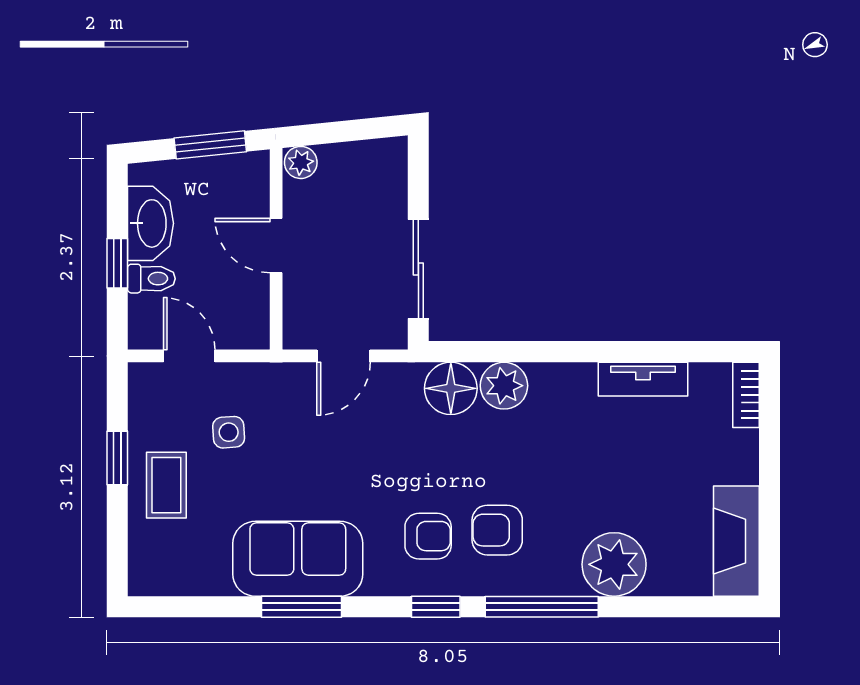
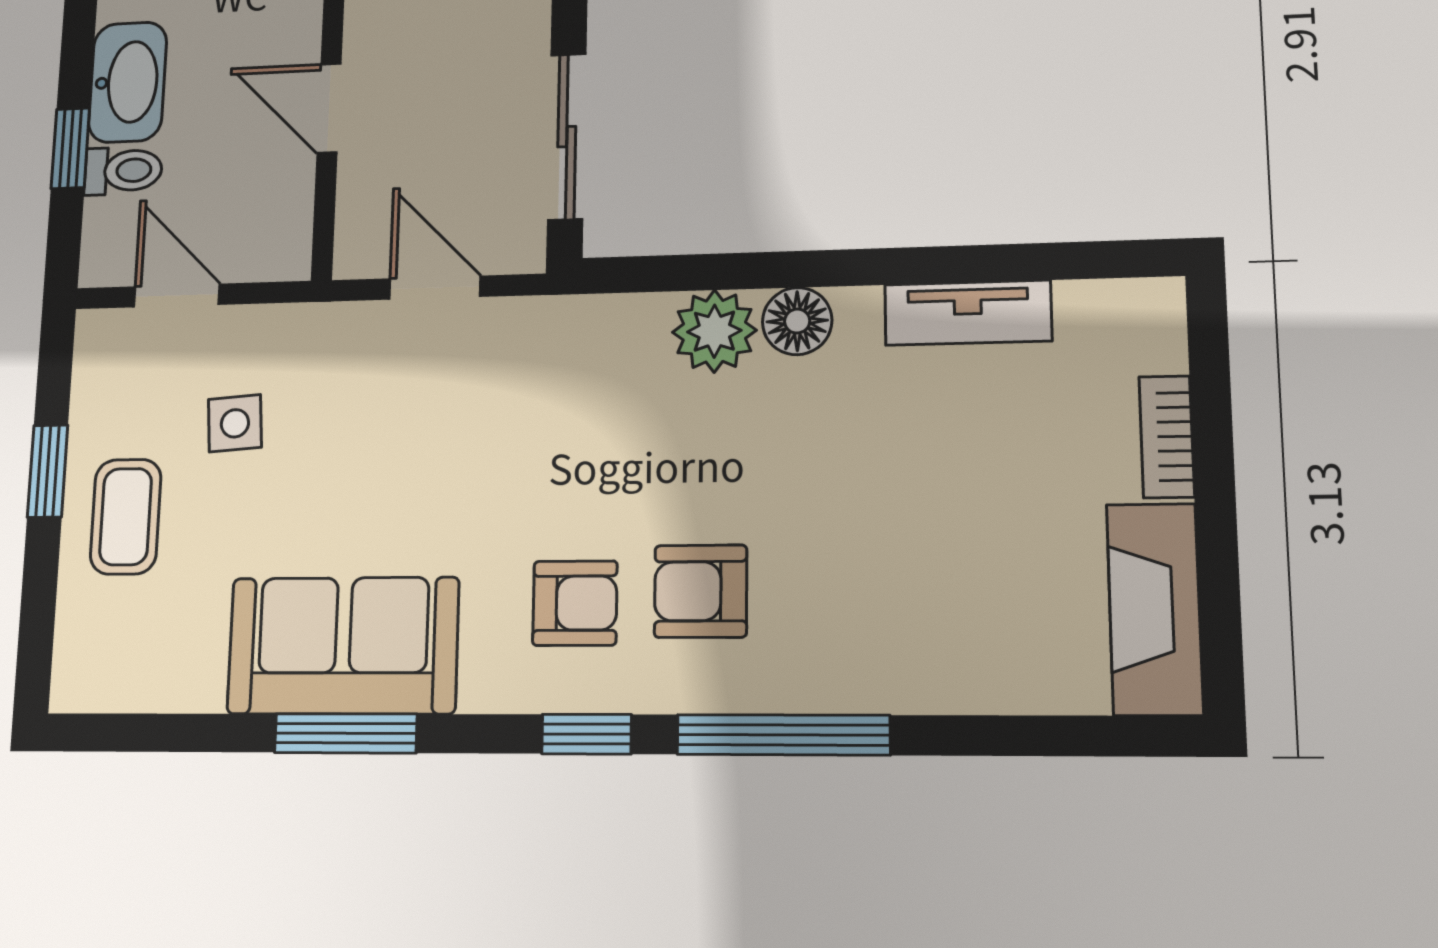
door: (343, 356) -> (435, 288), swing flipped
floor lamp: (451, 388) -> (797, 321), moved, width x0.73, depth x0.73
bookcase: (746, 395) -> (1167, 437), moved
plant: (614, 564) -> (919, 654), removed

